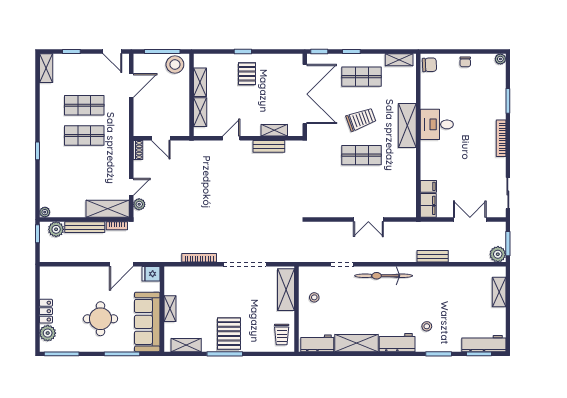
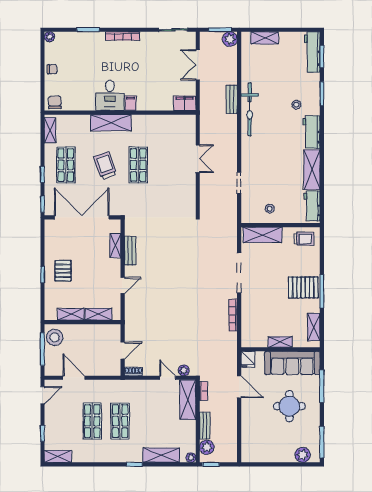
pallet: (247, 74) -> (63, 271), turned 90
door: (231, 138) -> (123, 285), swing flipped
shelving: (47, 180) -> (161, 455), added
filing cabinet: (428, 186) -> (131, 103), moved
bench: (85, 227) -> (205, 426), width x0.73
bicycle: (384, 276) -> (250, 109), moved
locker: (46, 311) -> (282, 457), removed

